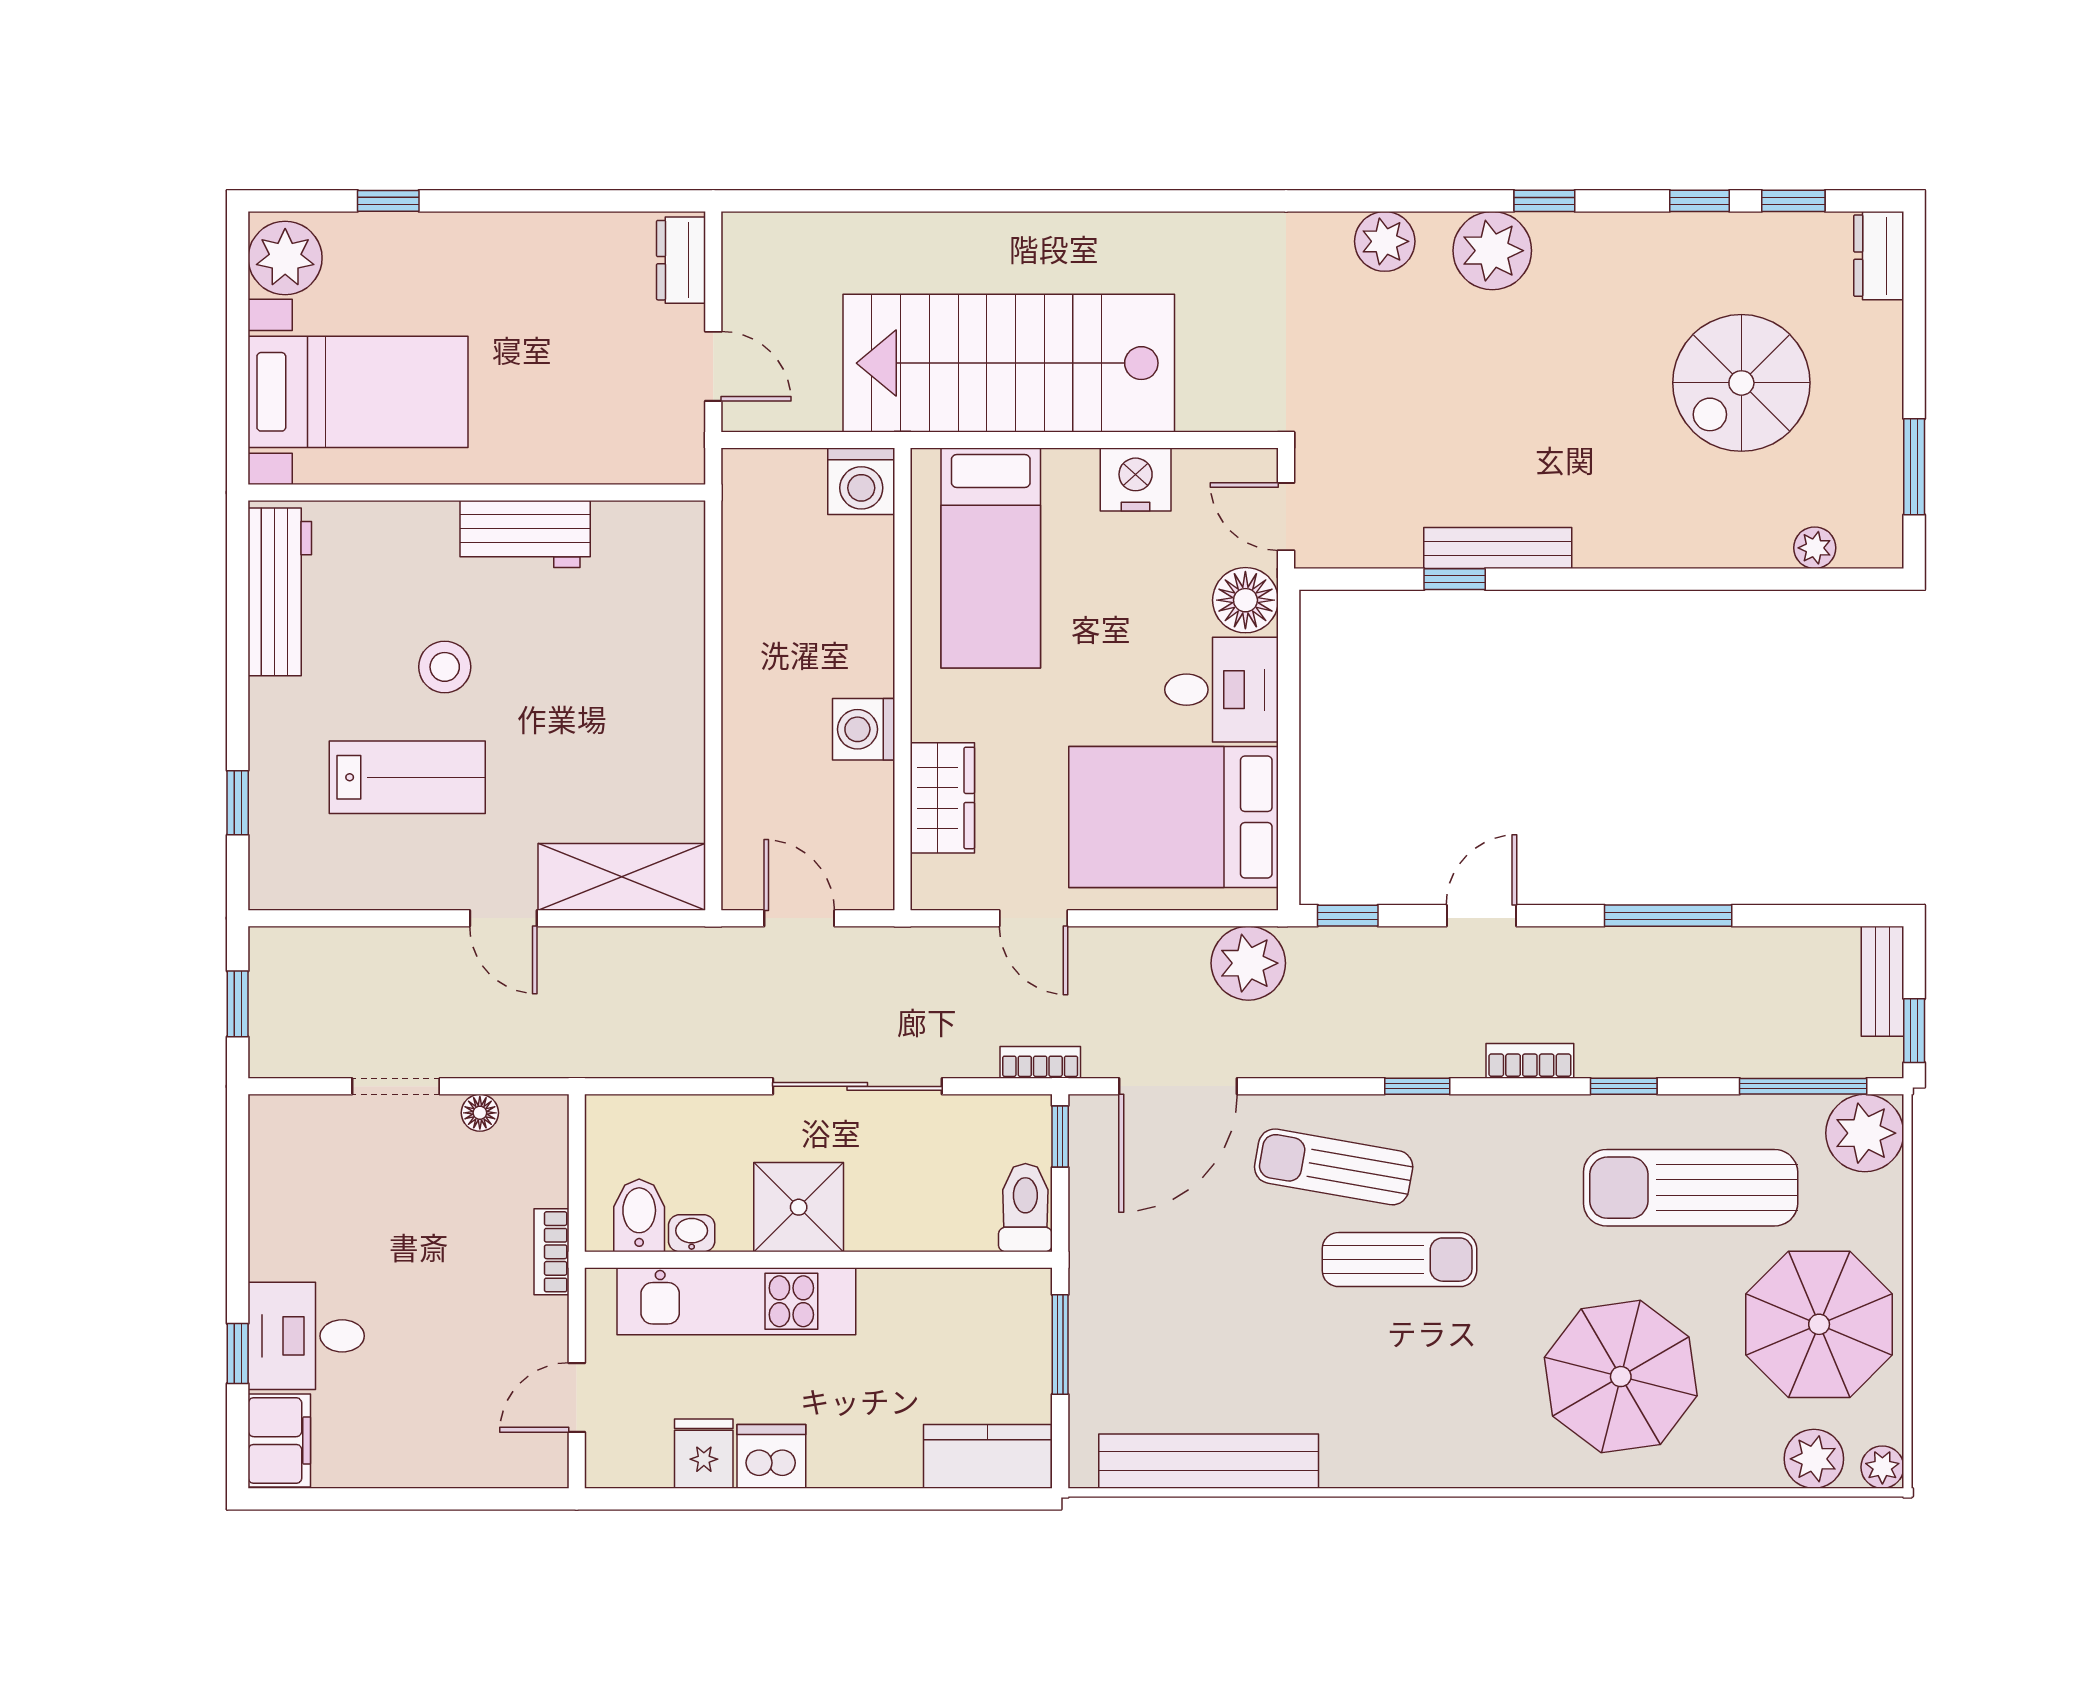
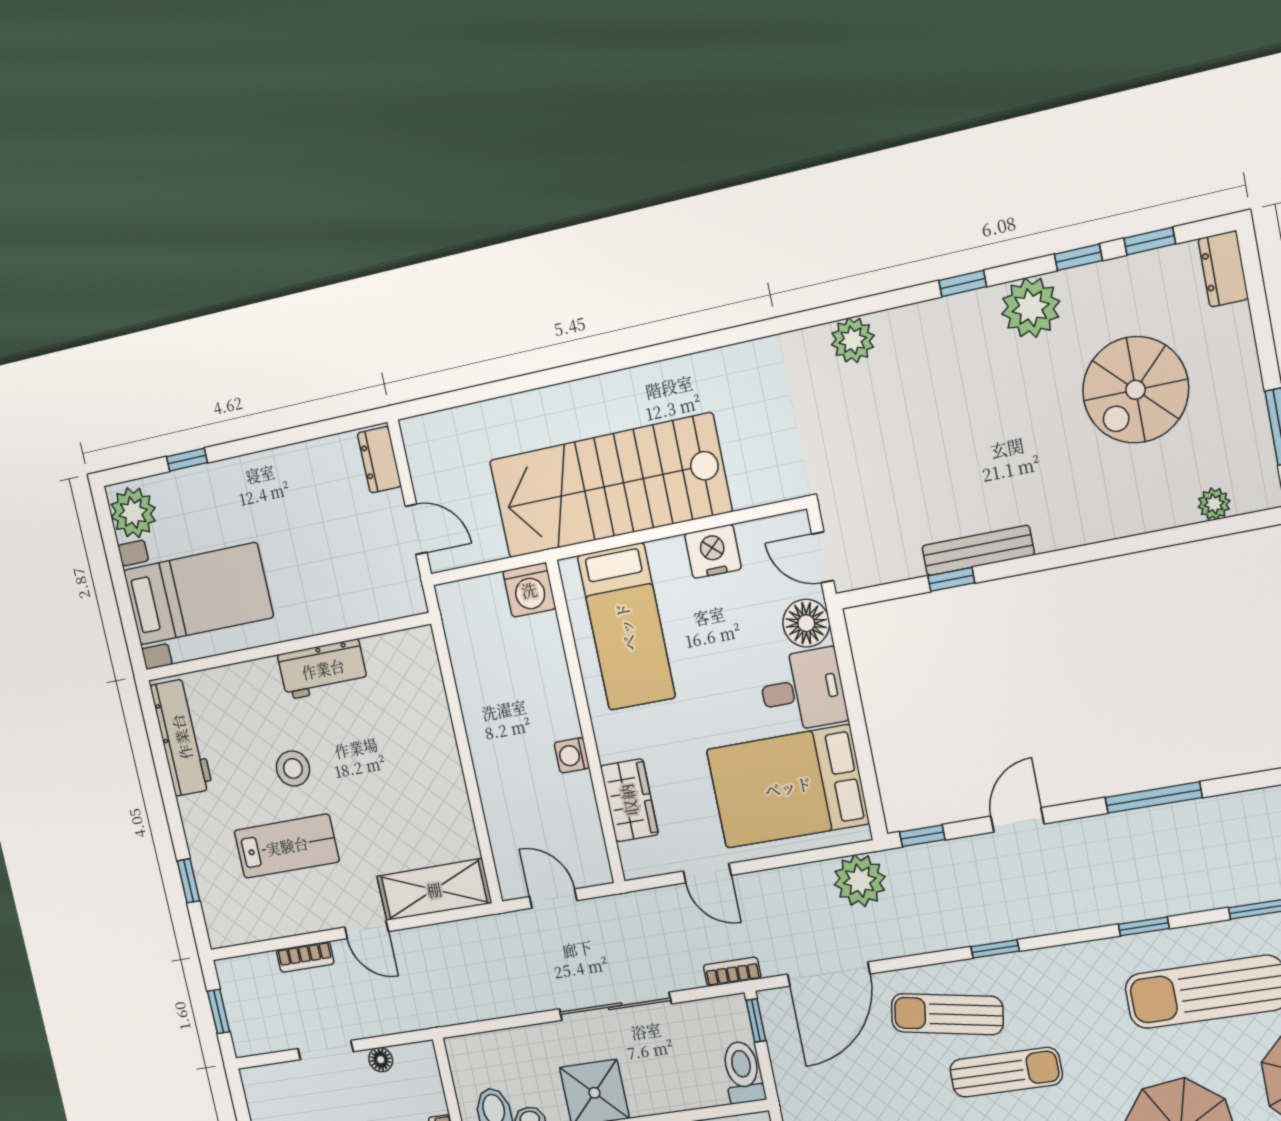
plant: (1492, 251) -> (1031, 308), moved
washing machine: (864, 729) -> (572, 755), width x0.73, depth x0.73
bookcase: (1530, 1061) -> (305, 957), moved, turned 180

